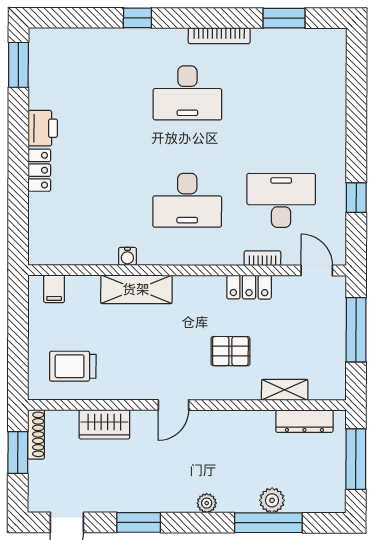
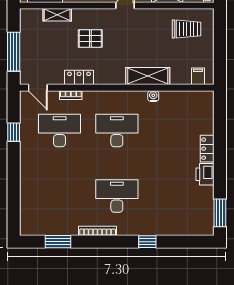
desk: (281, 200) -> (60, 130), turned 180

